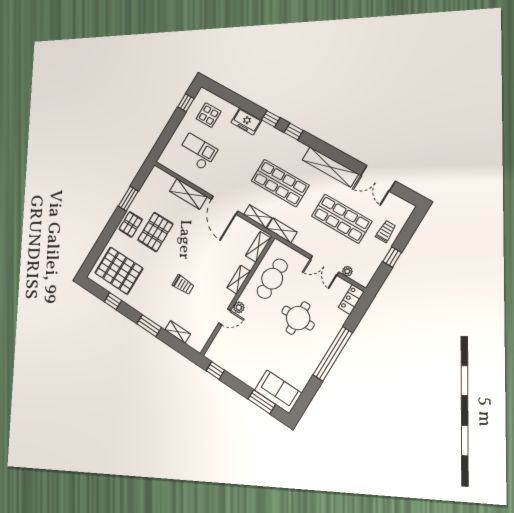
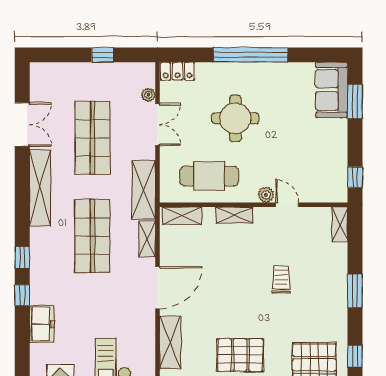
shelving: (282, 230) -> (144, 190), width x1.50, depth x1.33
trolley: (386, 232) -> (78, 79), removed
shelving: (178, 332) -> (340, 224), moved

